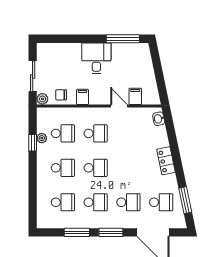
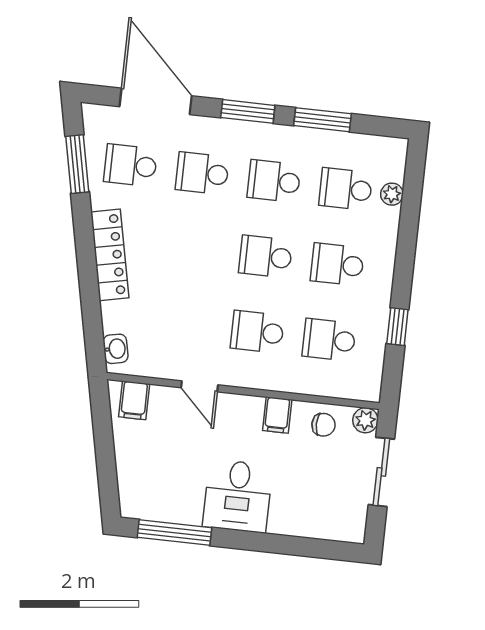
filing cabinet: (135, 96) -> (134, 400), moved
plant: (42, 138) -> (392, 194), moved
locker: (166, 161) -> (110, 255), width x1.53

